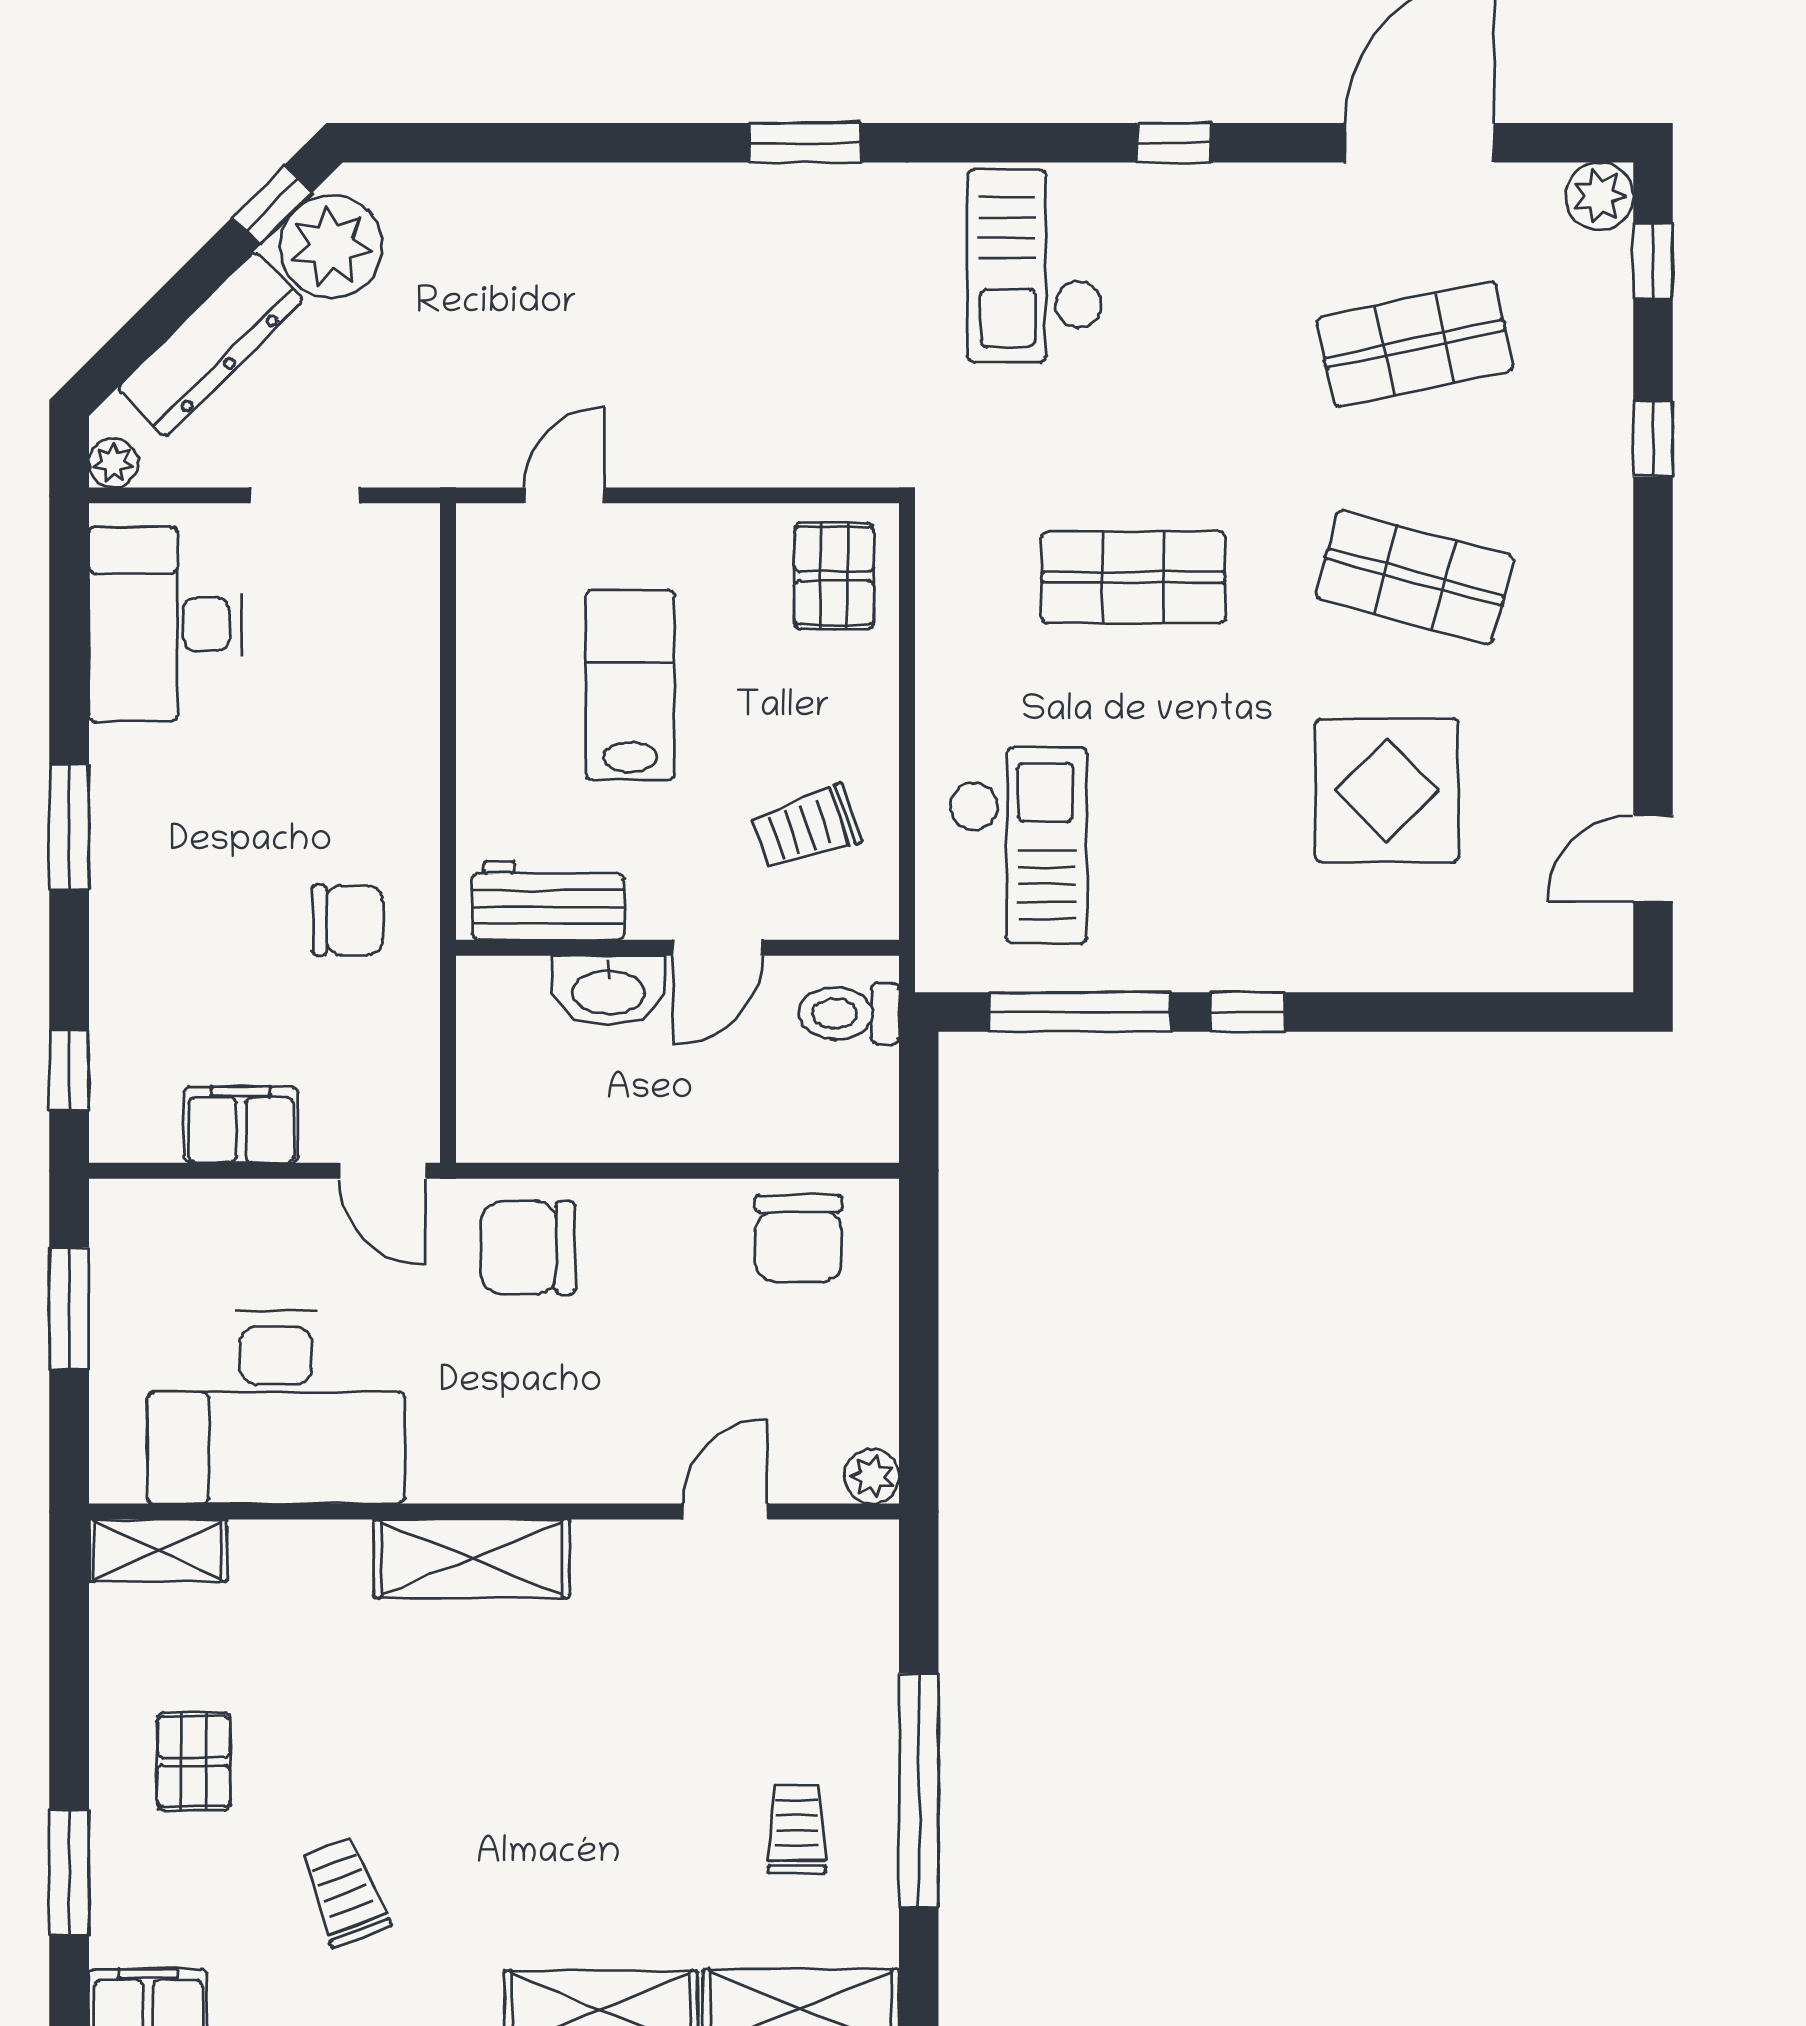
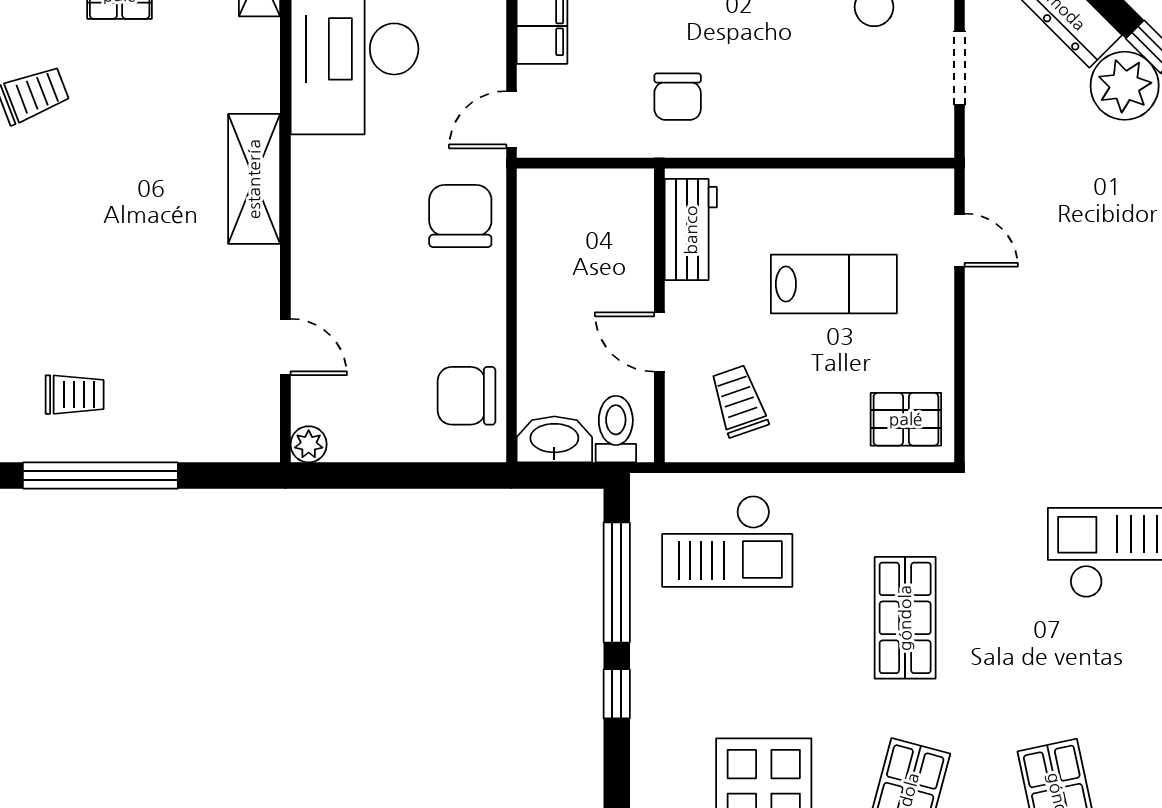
washbasin: (608, 990) -> (554, 439), moved, turned 90

